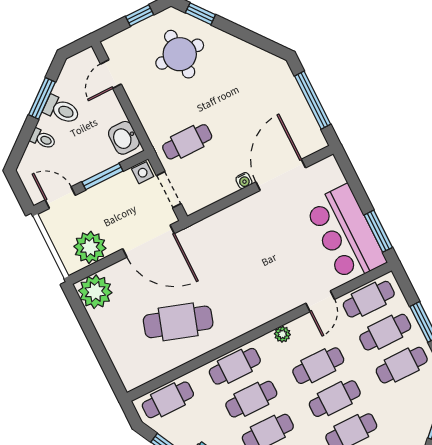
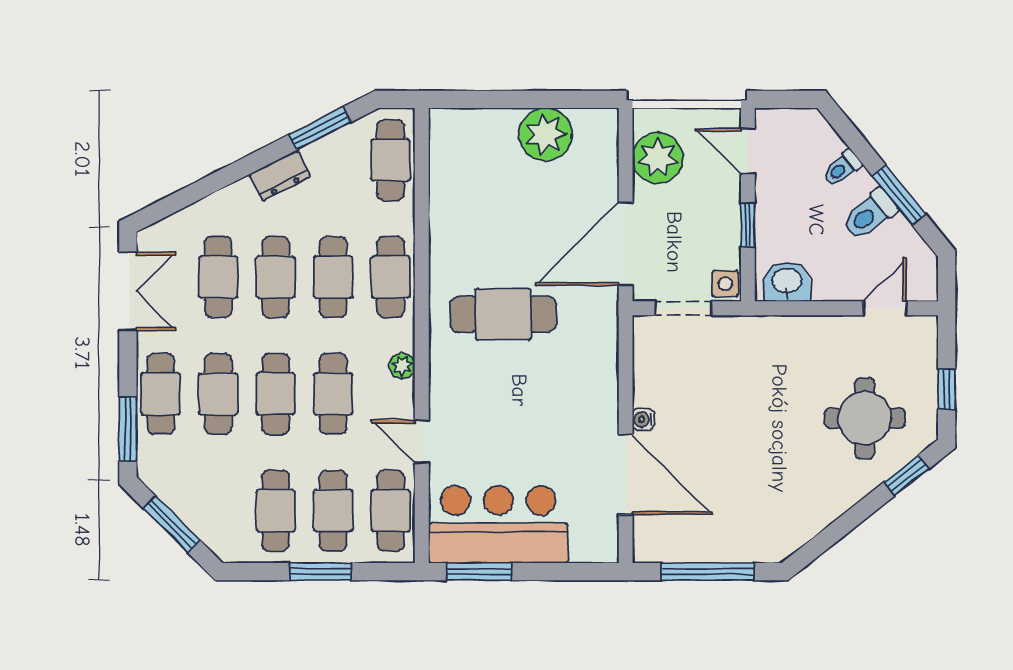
door: (111, 74) -> (885, 308), hinge flipped
cafe table: (187, 142) -> (737, 367), removed
window: (102, 177) -> (748, 225), width x0.67
door: (60, 198) -> (748, 151), swing flipped
plant: (95, 292) -> (546, 134), moved
cafe table: (178, 322) -> (503, 314), moved, turned 72

